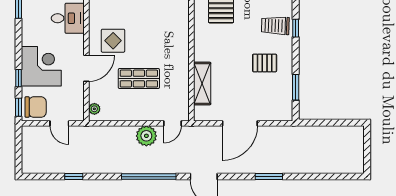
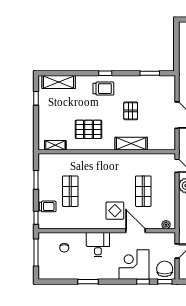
trolley: (275, 26) -> (103, 89), turned -92
pallet: (265, 63) -> (131, 111), moved
shelving: (202, 84) -> (131, 144), moved

